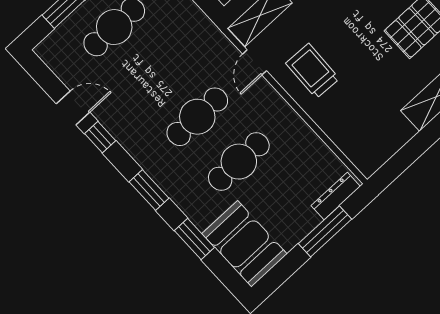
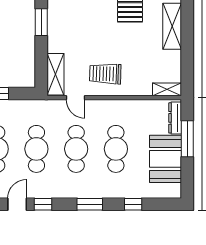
cafe table: (156, 72) -> (36, 149), added
shelving: (359, 157) -> (167, 89), added
window: (194, 239) -> (133, 204), width x0.67
booth: (245, 244) -> (165, 159), moved, turned 90

